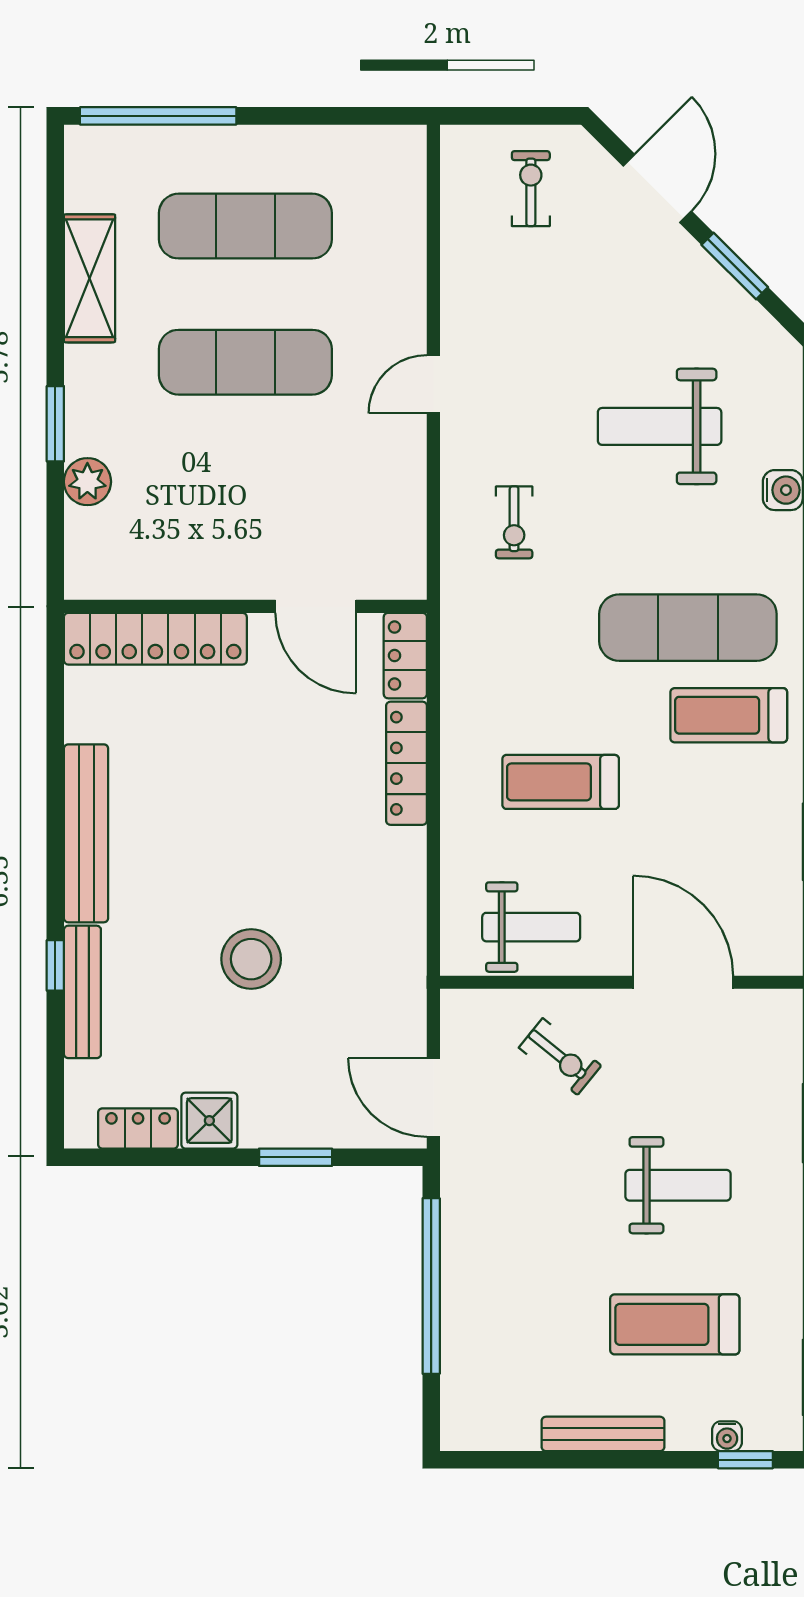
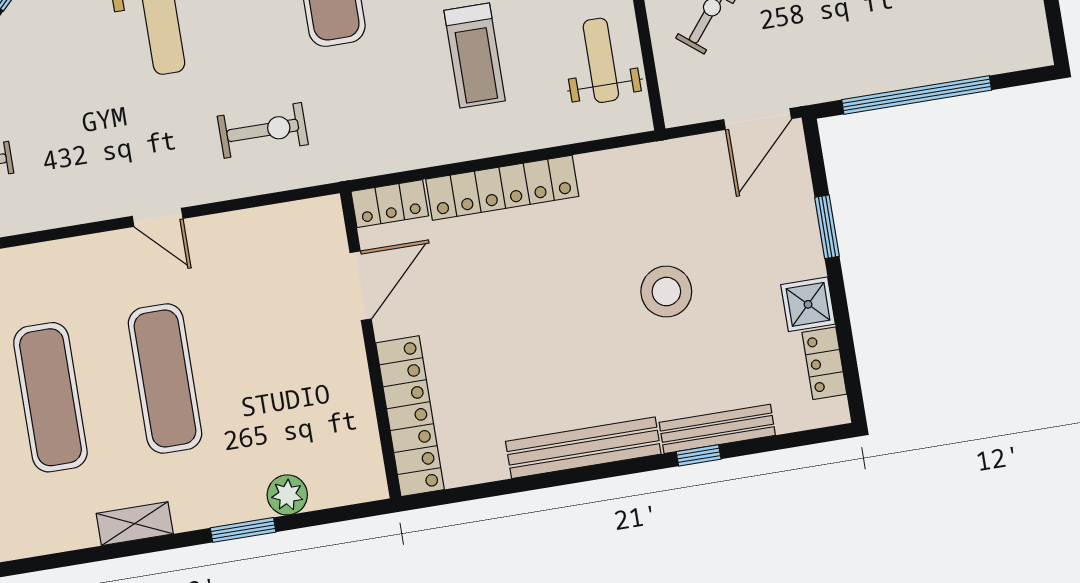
shelving: (90, 278) -> (135, 524), width x0.67, depth x0.75
exercise bike: (514, 522) -> (263, 130), width x1.38, depth x1.39
locker: (407, 763) -> (502, 188), width x1.41, depth x1.21

